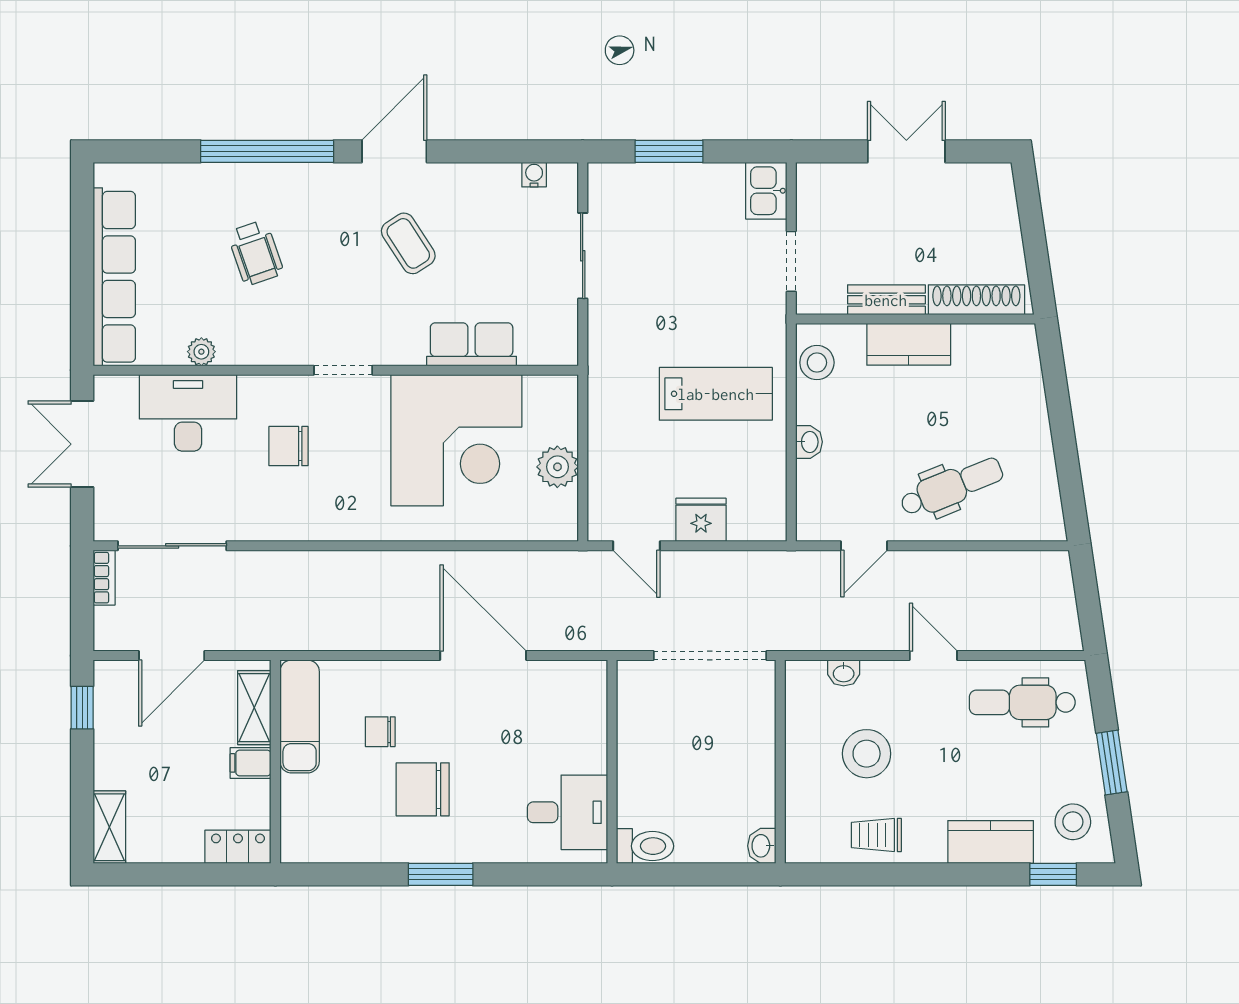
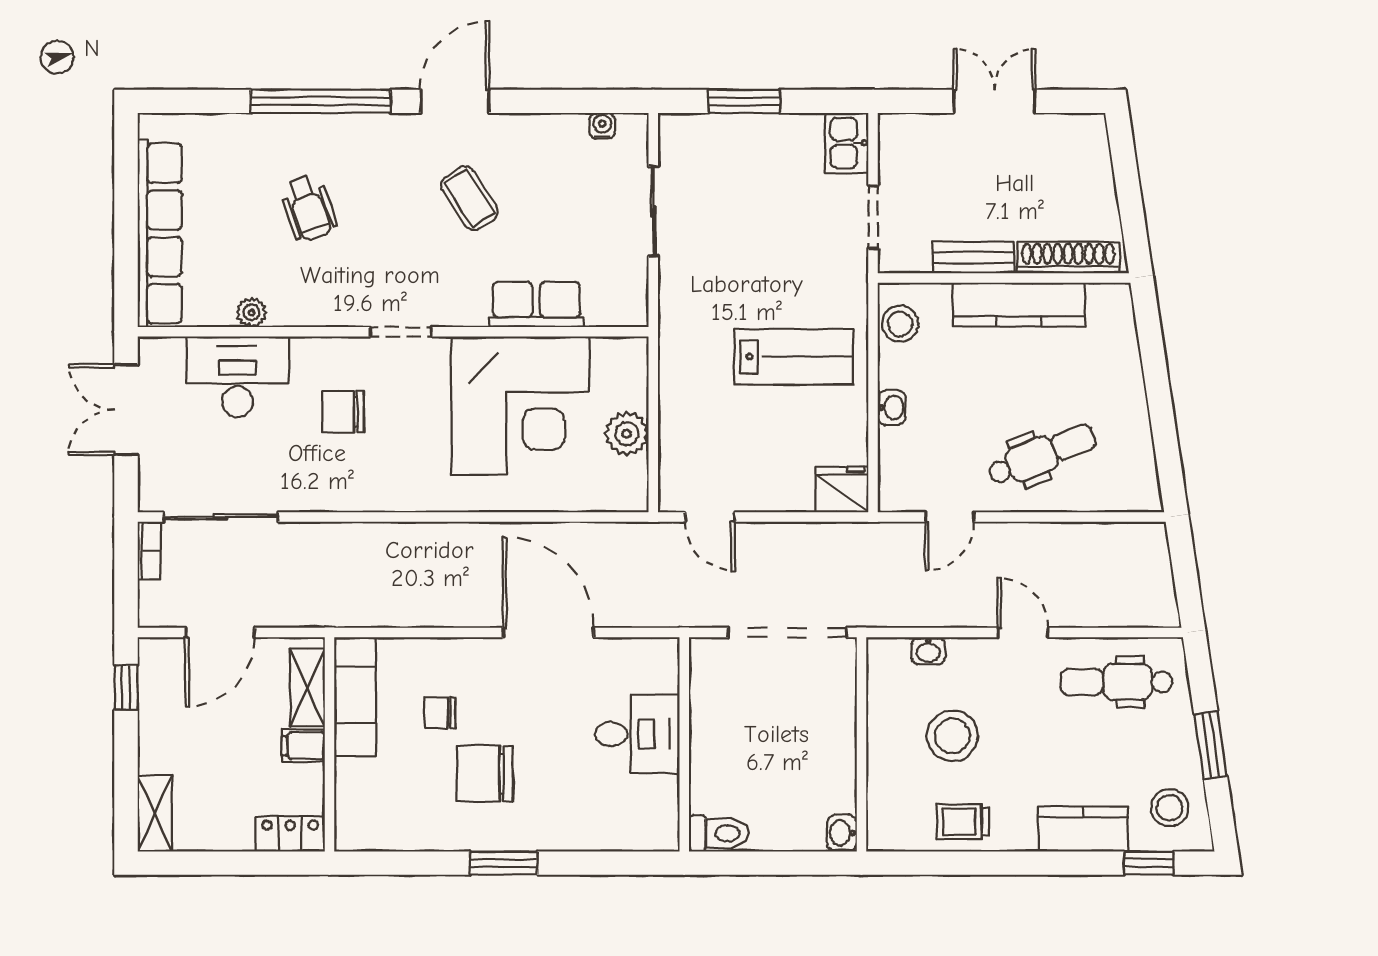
kitchen counter: (909, 344) -> (1019, 305), width x1.50
fridge: (701, 520) -> (842, 489), moved
desk: (567, 812) -> (637, 734), moved

